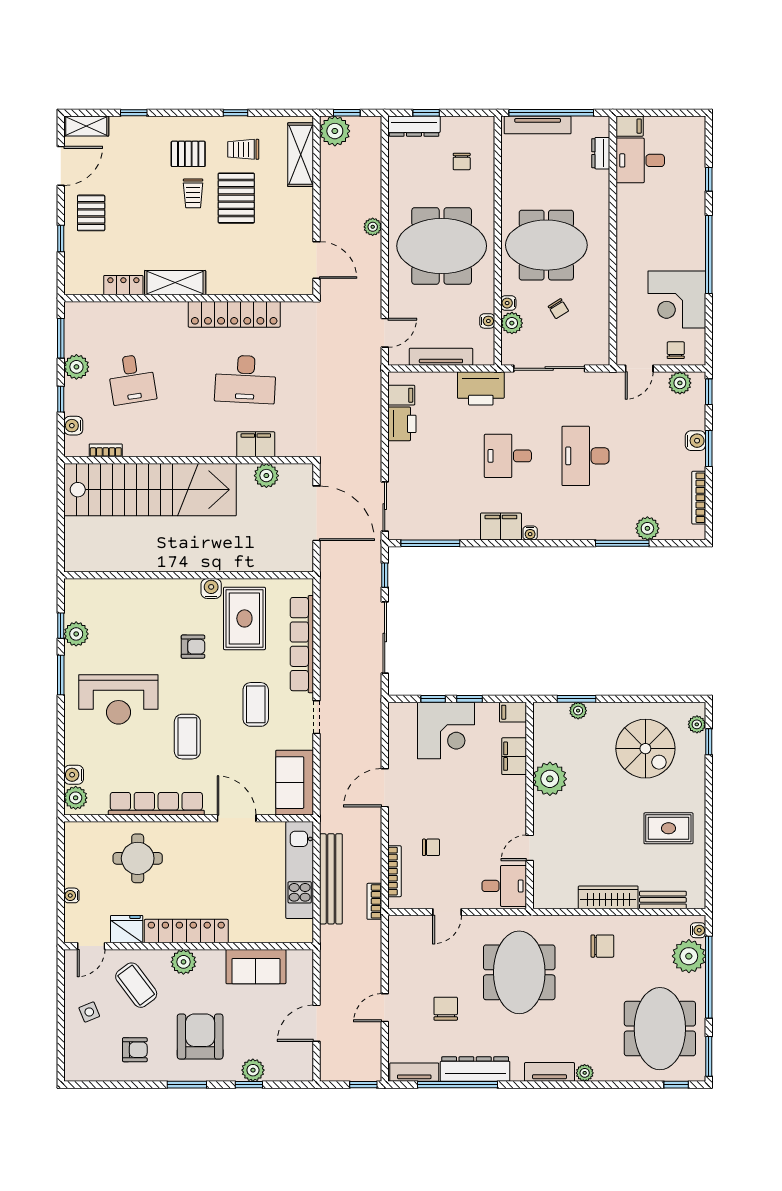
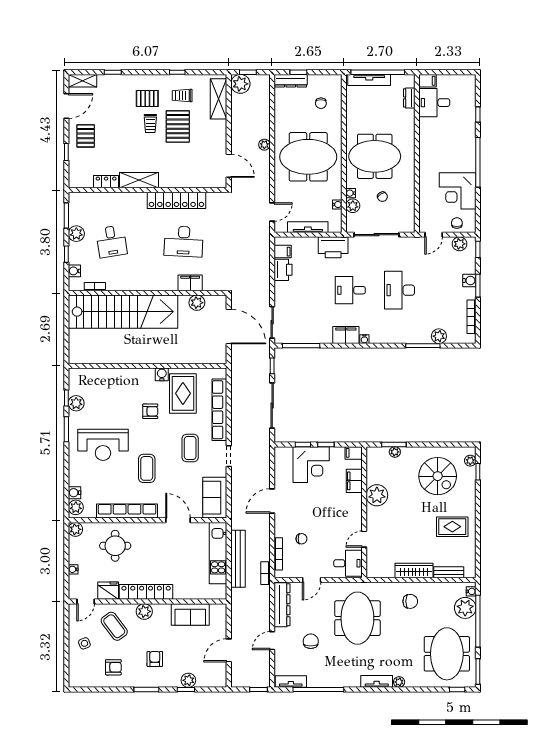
plant: (75, 833) -> (75, 529), added
armchair: (200, 1037) -> (155, 659), width x0.53, depth x0.53
dresser: (475, 1069) -> (282, 605), moved, turned 90

